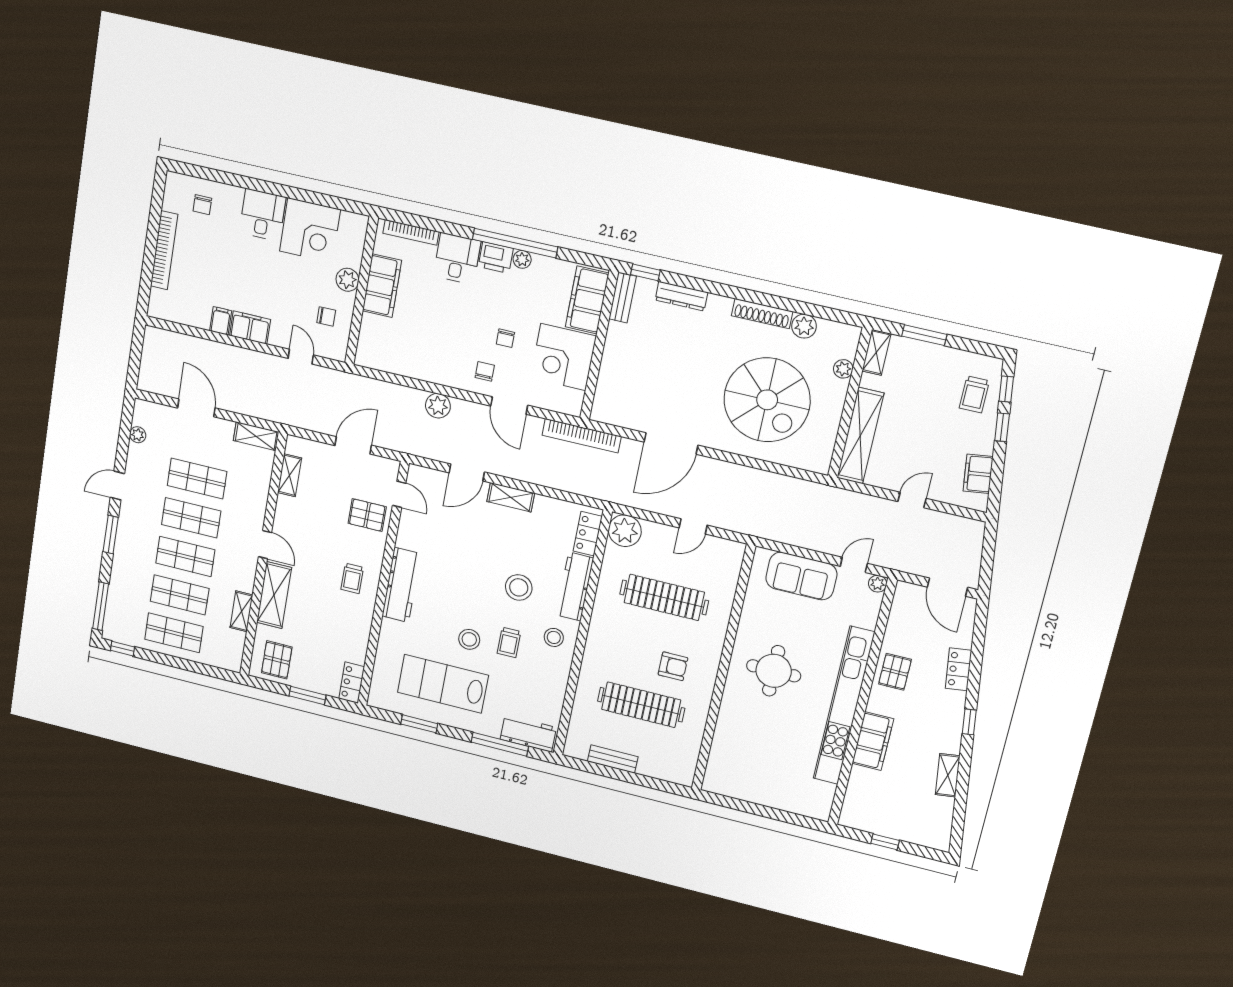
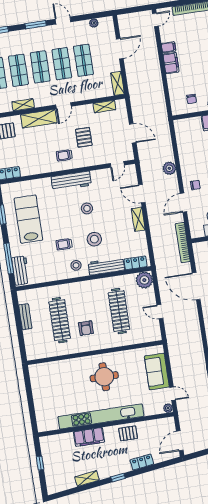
door: (301, 357) -> (155, 20), moved
pallet: (367, 515) -> (84, 137), moved
stool: (469, 639) -> (87, 208), moved

